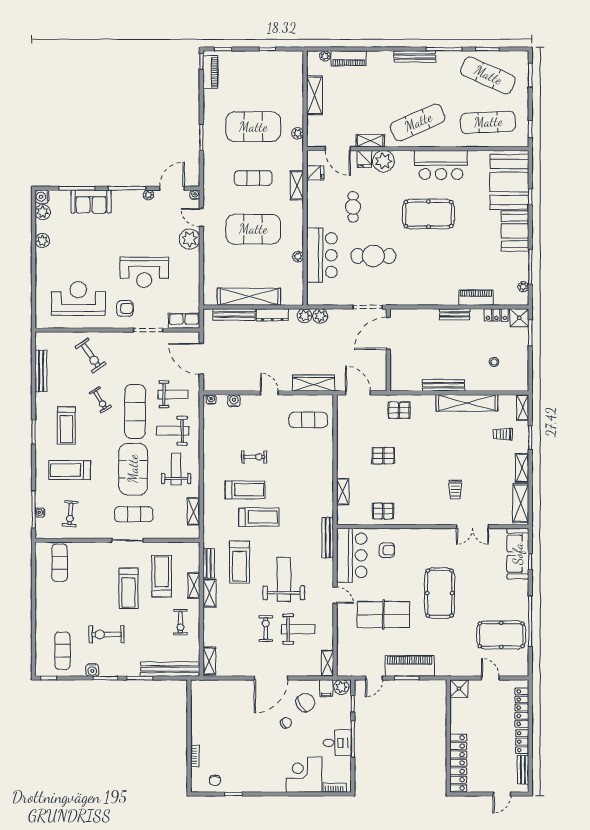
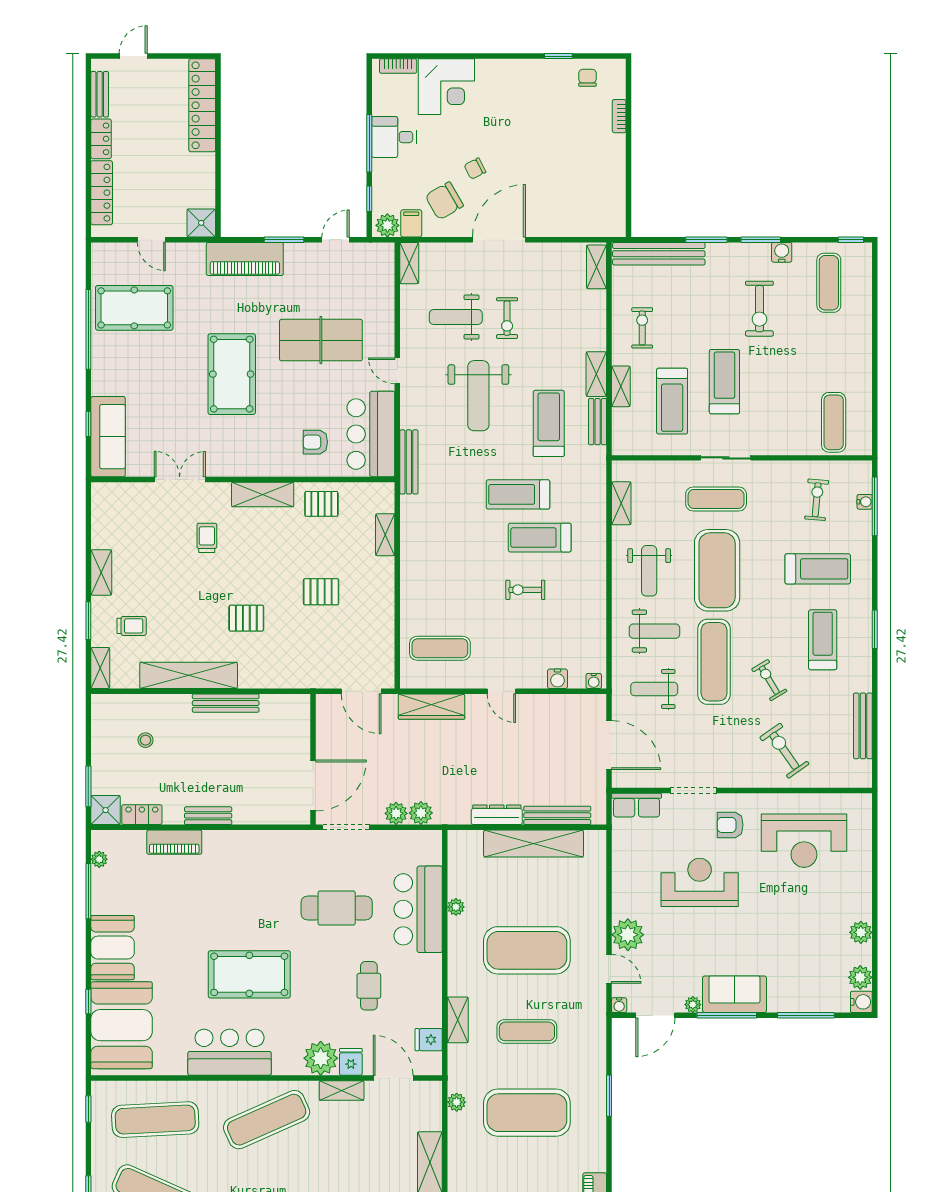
sofa: (91, 201) -> (735, 994), moved
plant: (305, 316) -> (396, 813), moved
pallet: (399, 410) -> (246, 618), moved
shelving: (521, 503) -> (263, 494), moved, turned 90
exercise bike: (106, 634) -> (759, 309), turned 90
piano: (410, 666) -> (245, 259), moved

